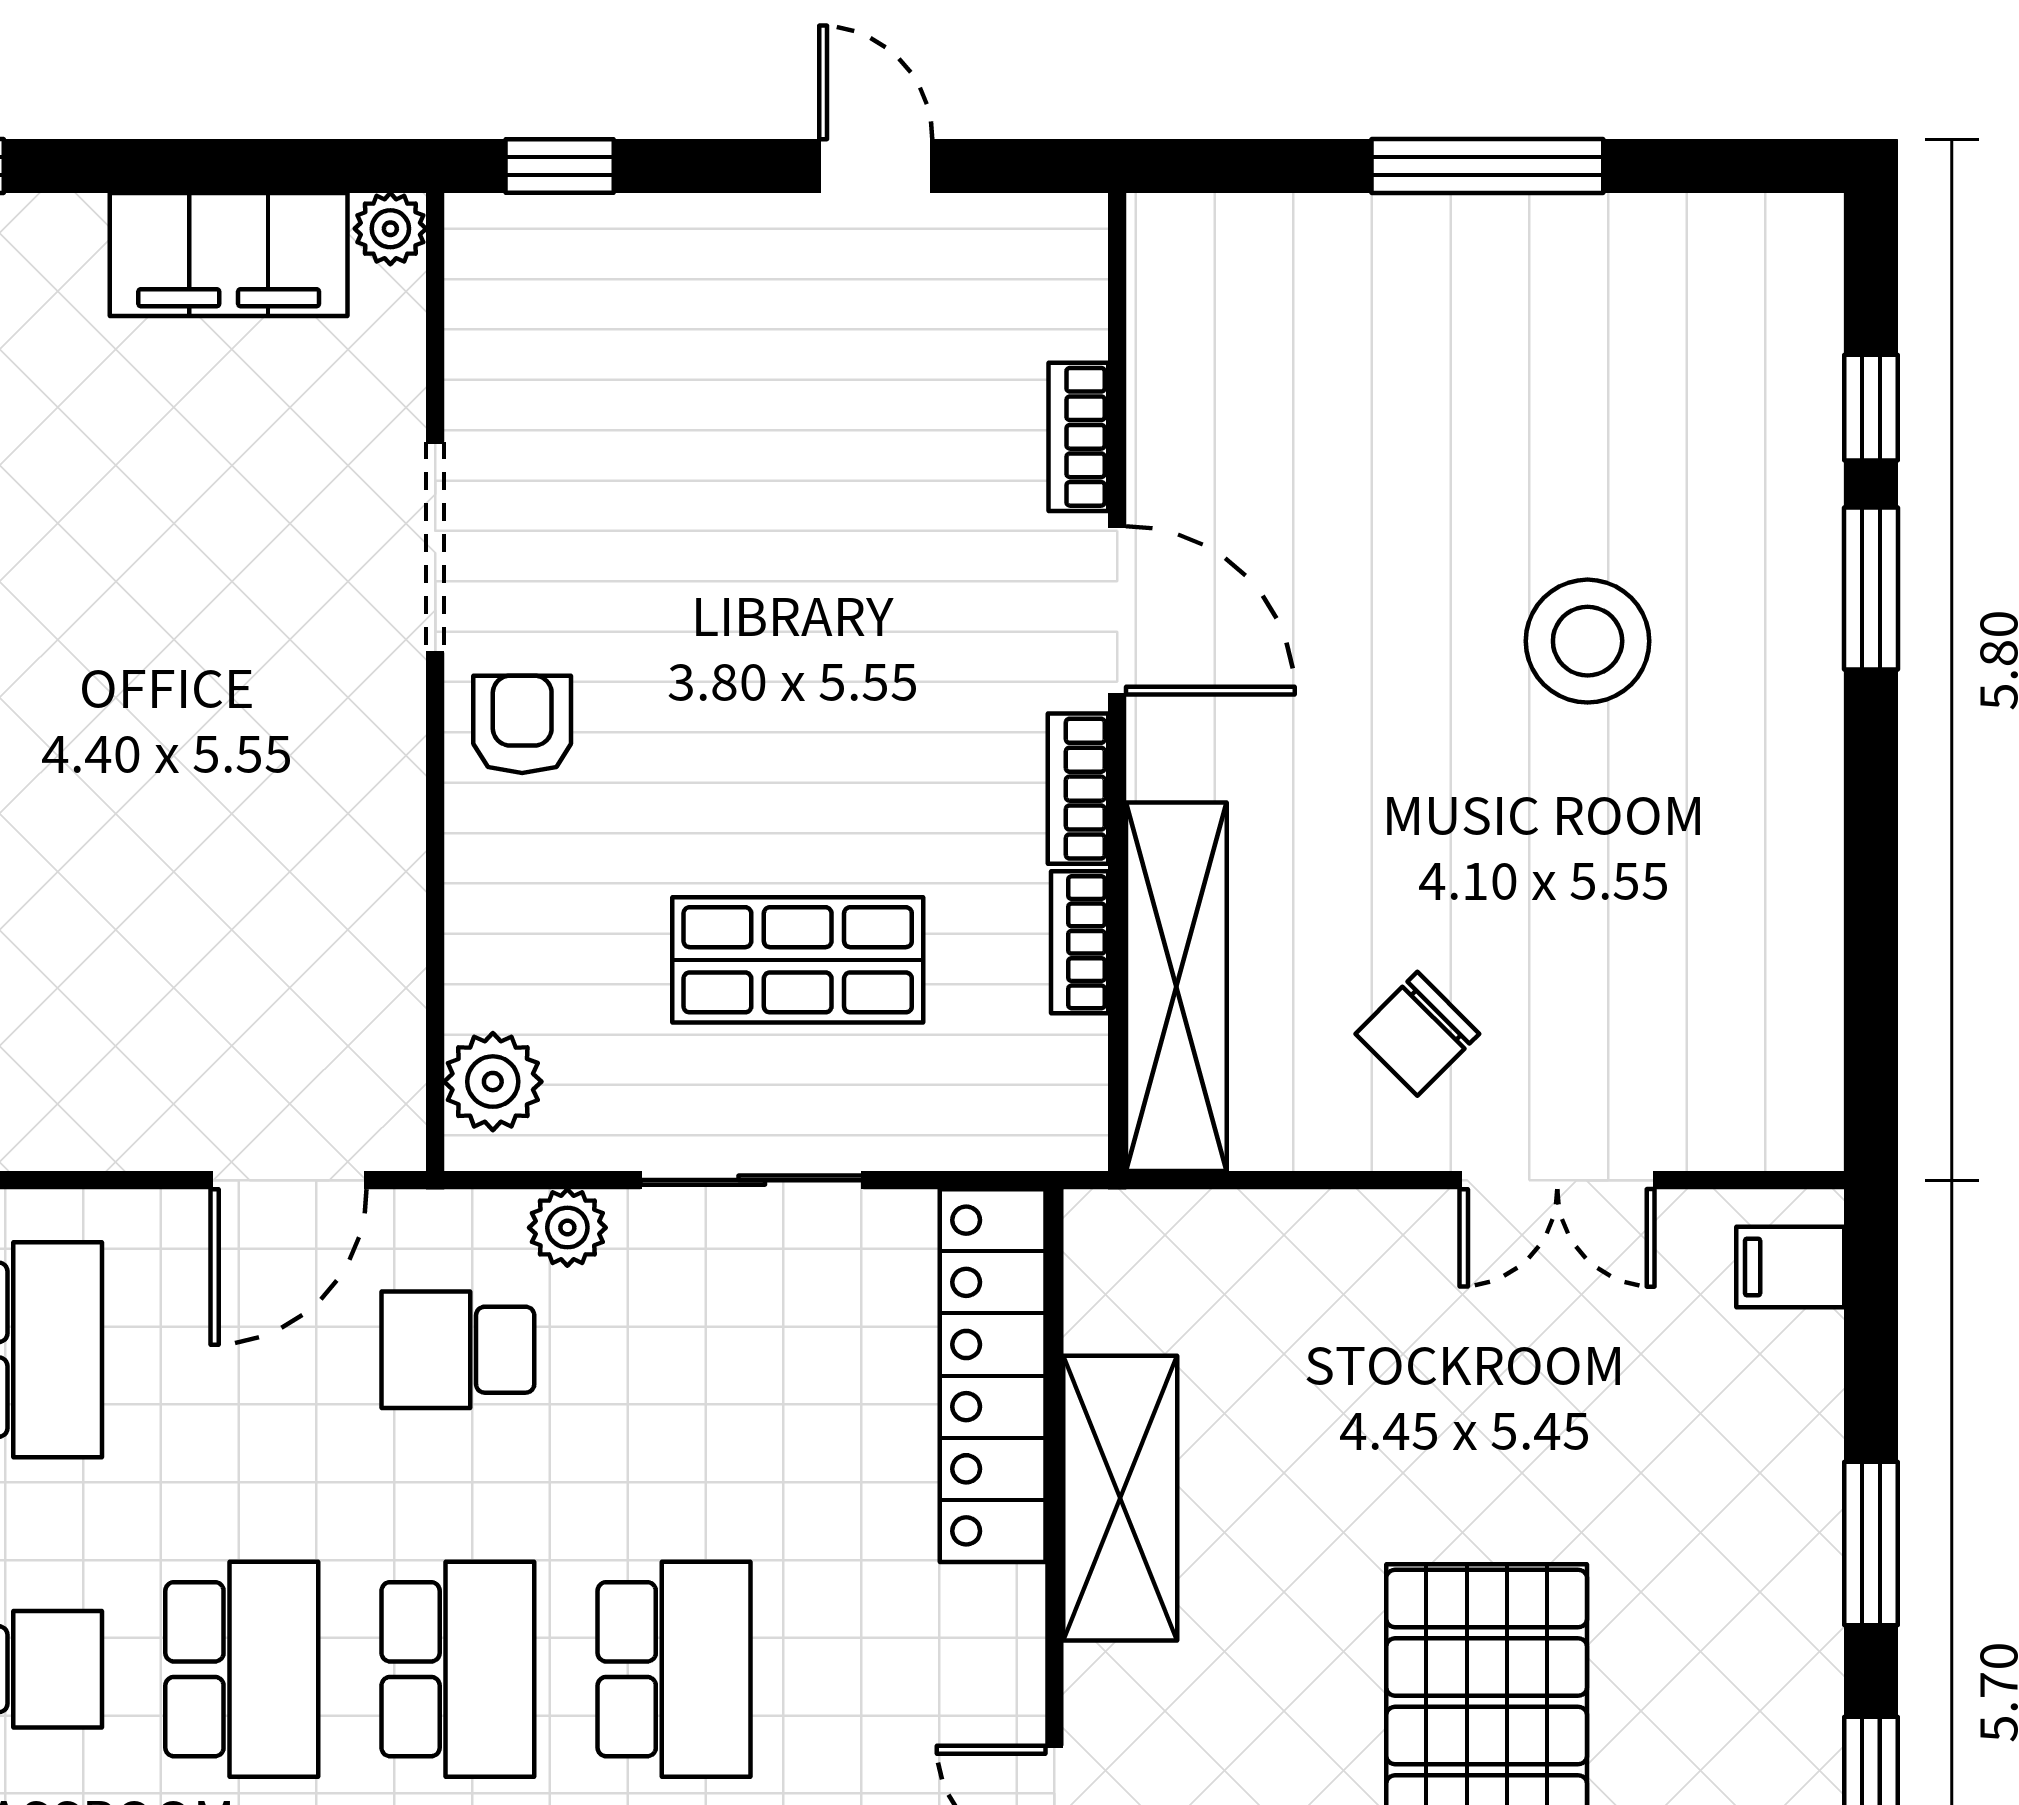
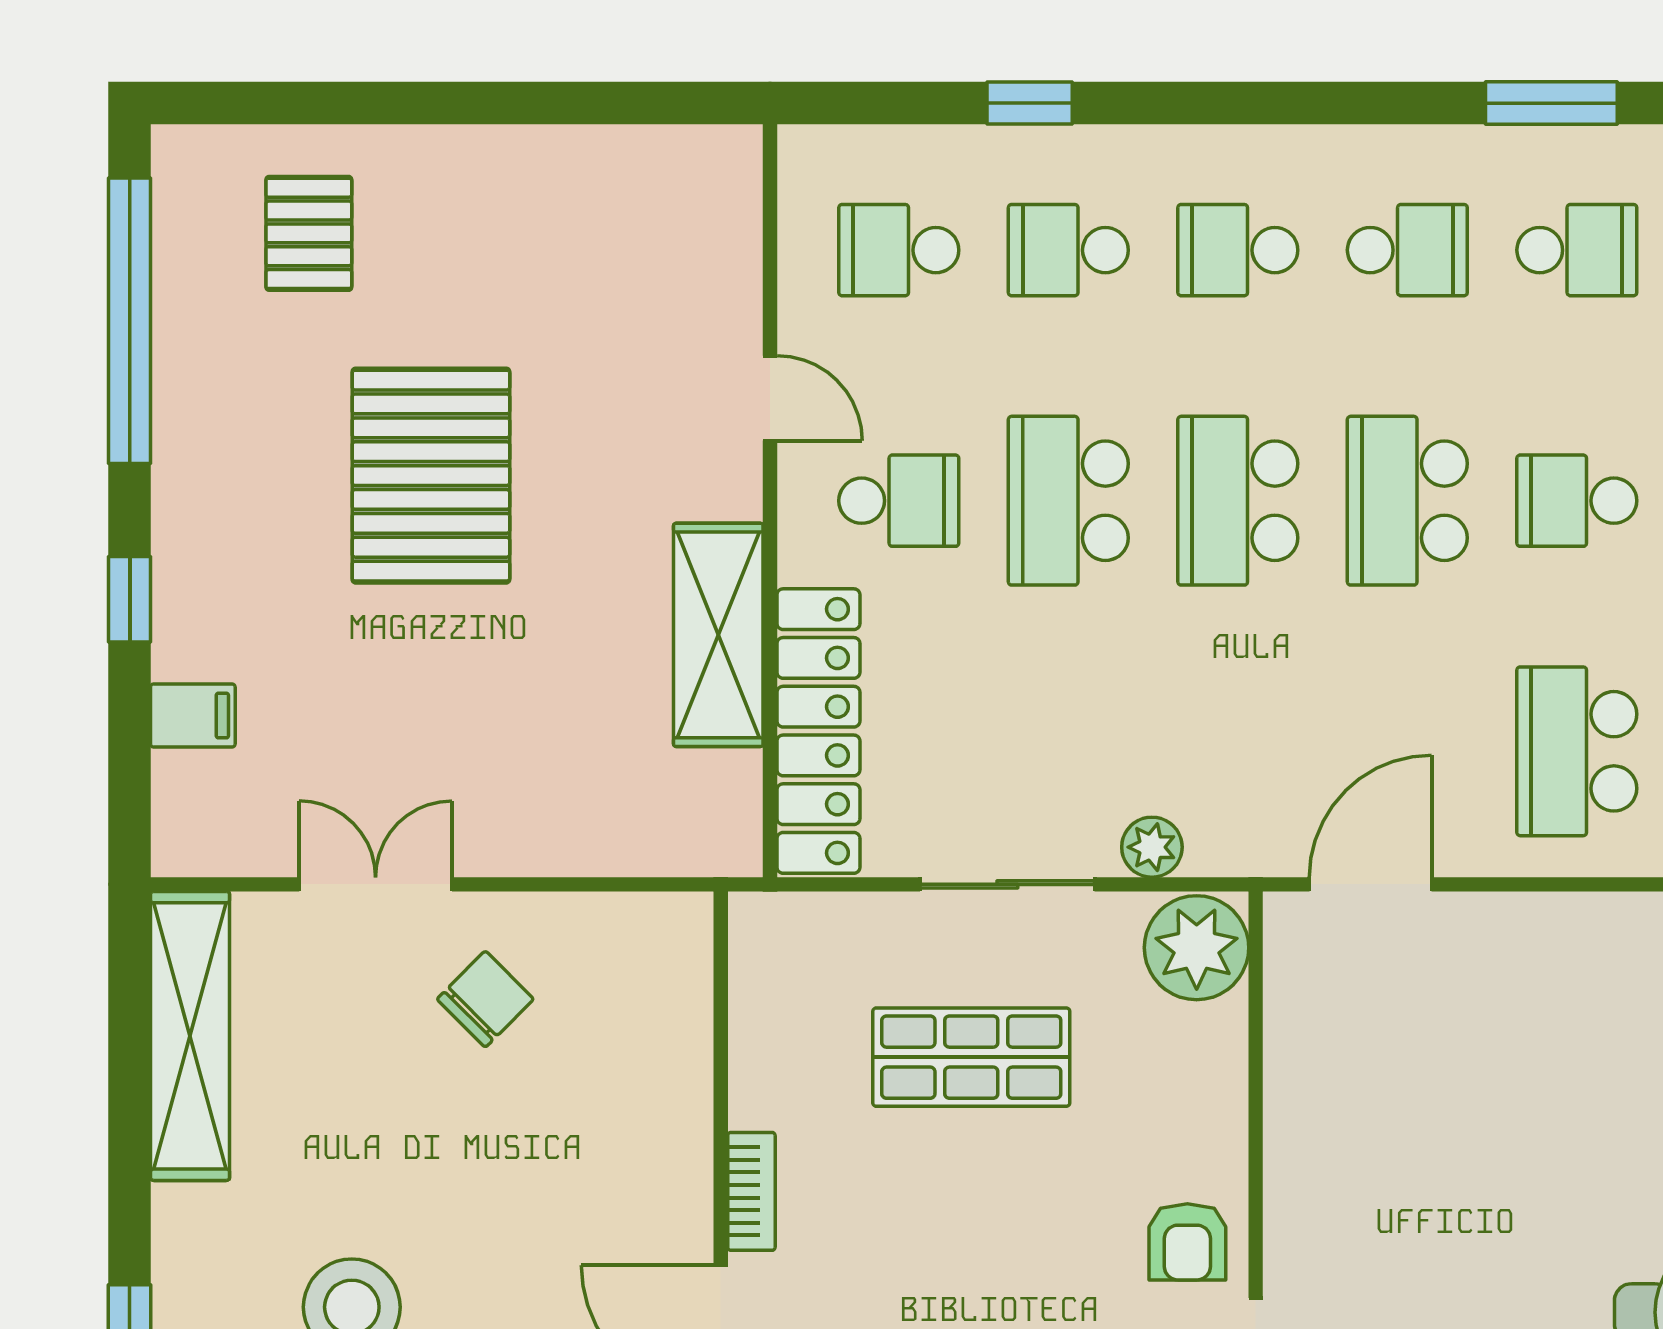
bookcase: (1080, 942) -> (750, 1071), removed
shelving: (1176, 987) -> (190, 1036), moved
plant: (493, 1082) -> (1197, 948), width x1.36, depth x1.36
filing cabinet: (1790, 1267) -> (193, 716), moved
school desk: (458, 1350) -> (899, 501), moved
window: (1871, 1544) -> (130, 599), width x0.67

